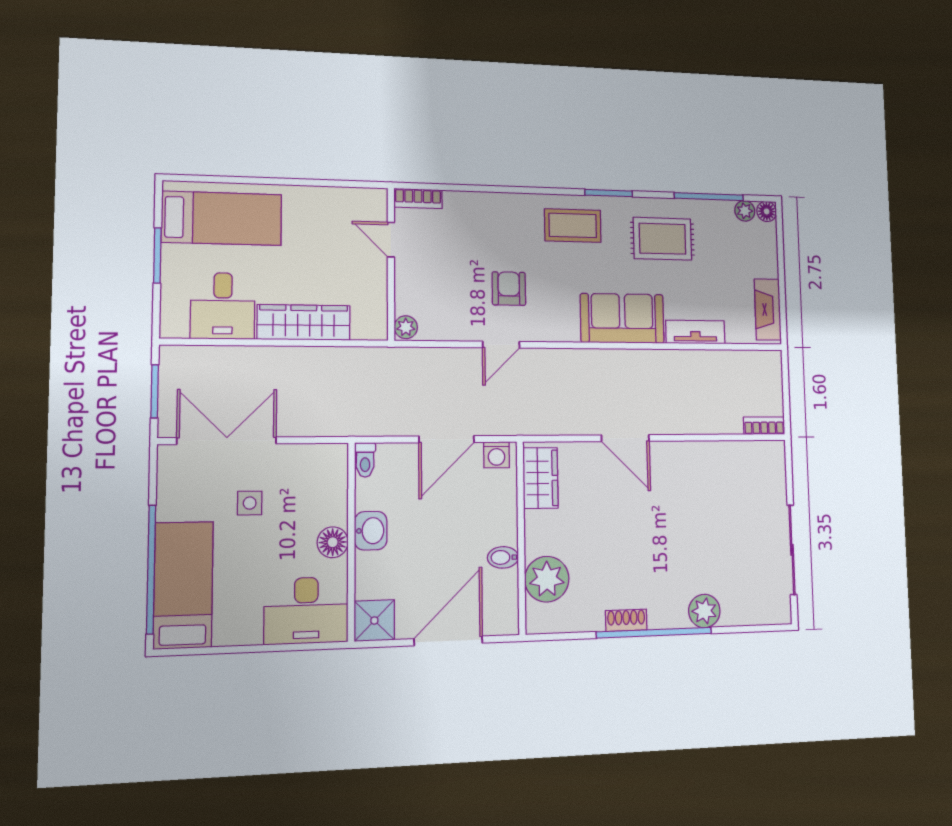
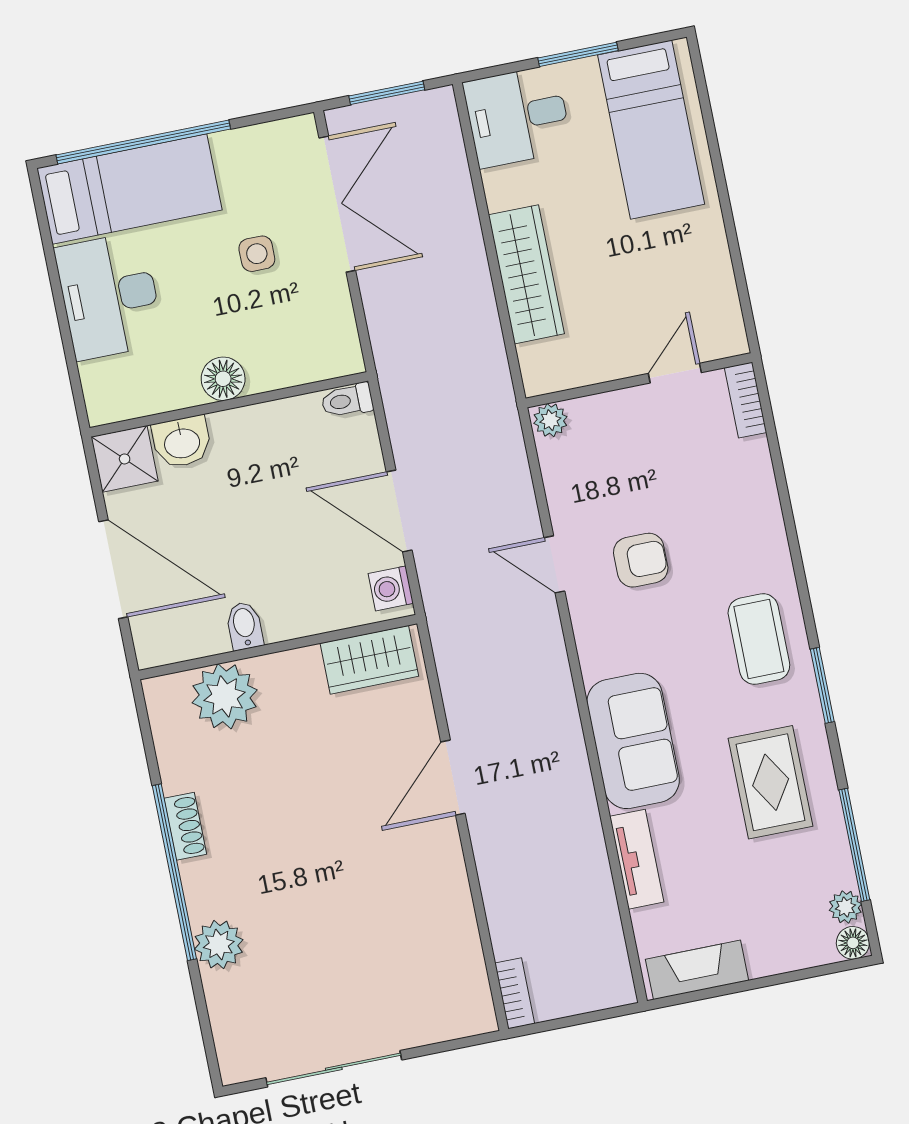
desk: (223, 306) -> (518, 117), moved
washbasin: (371, 531) -> (182, 442), moved
desk: (306, 611) -> (109, 296), moved

